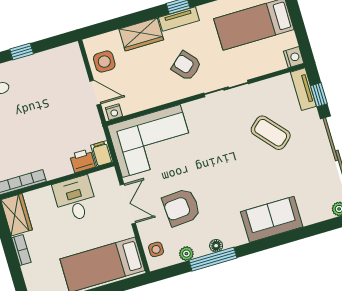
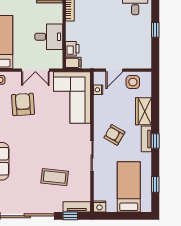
armchair: (186, 66) -> (114, 135), turned -109
nightstand: (114, 112) -> (98, 90), moved
coffee table: (271, 133) -> (55, 177), turned 47

